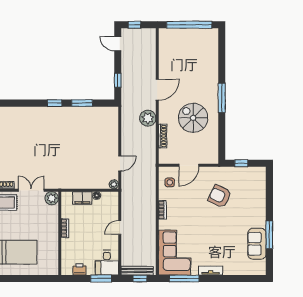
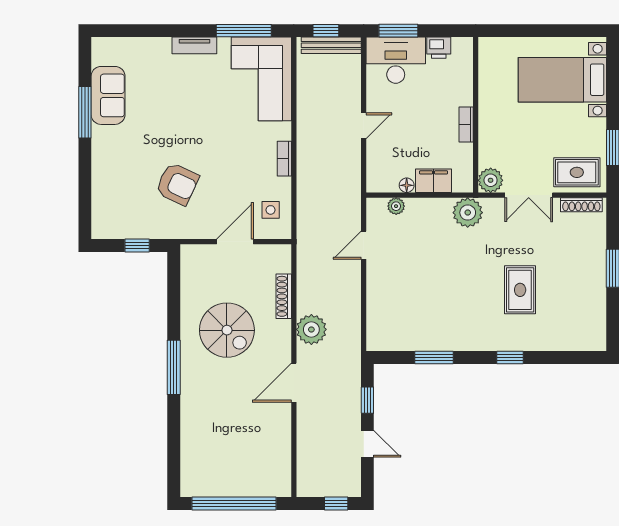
door: (118, 44) -> (367, 444), moved
window: (55, 103) -> (510, 358), moved
rug: (36, 139) -> (520, 290), added
plant: (64, 181) -> (468, 213), added
plant: (114, 184) -> (396, 206), moved
desk: (107, 263) -> (396, 60), width x1.37

